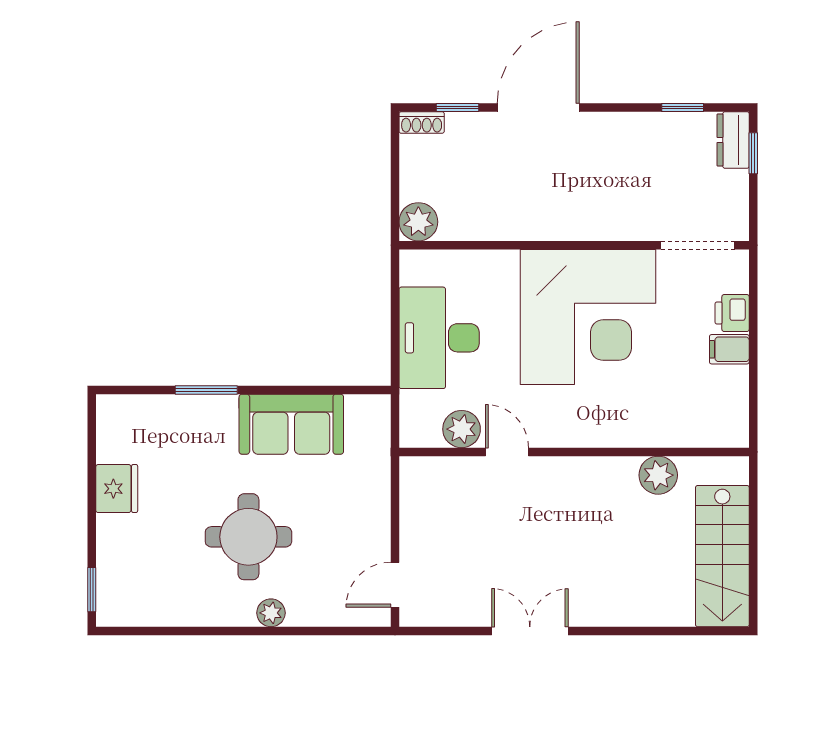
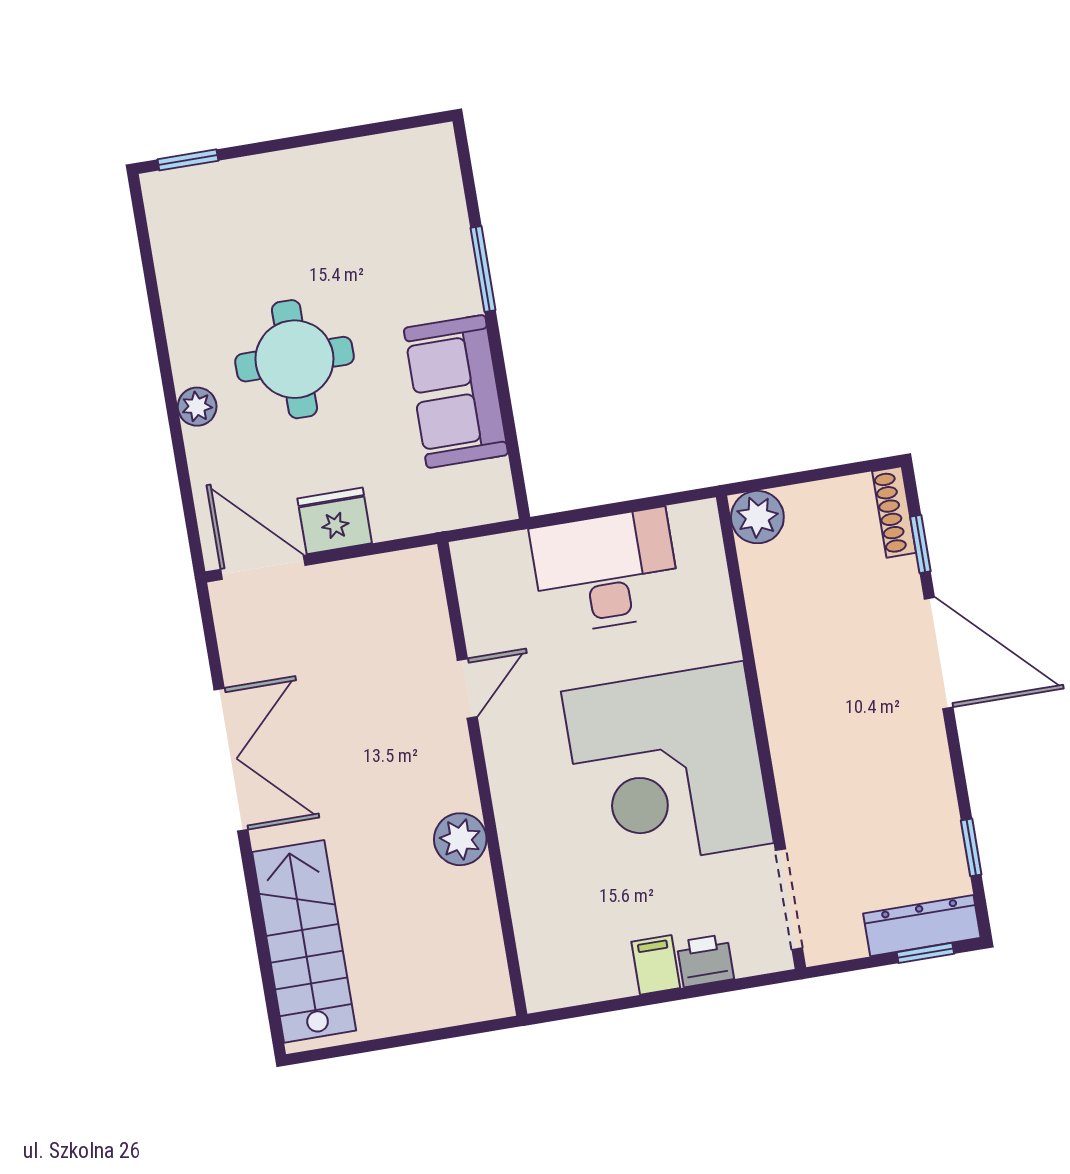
shoe rack: (422, 123) -> (894, 512), width x1.43
dresser: (733, 140) -> (922, 926), width x1.44
plant: (462, 429) -> (488, 622), removed
plant: (658, 475) -> (460, 839), moved
fridge: (117, 489) -> (335, 521), moved, turned 180
stairs: (722, 556) -> (304, 941), moved, turned 90
door: (395, 585) -> (263, 567), width x1.38
double door: (530, 631) -> (231, 760), width x1.37

